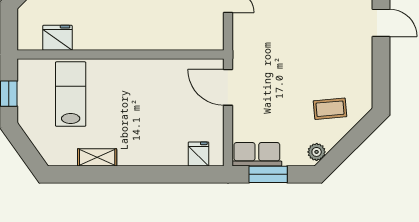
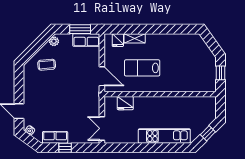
fridge: (57, 38) -> (125, 103), moved
lab bench: (71, 94) -> (142, 68), moved, turned 90
shelving: (97, 157) -> (135, 38), moved

